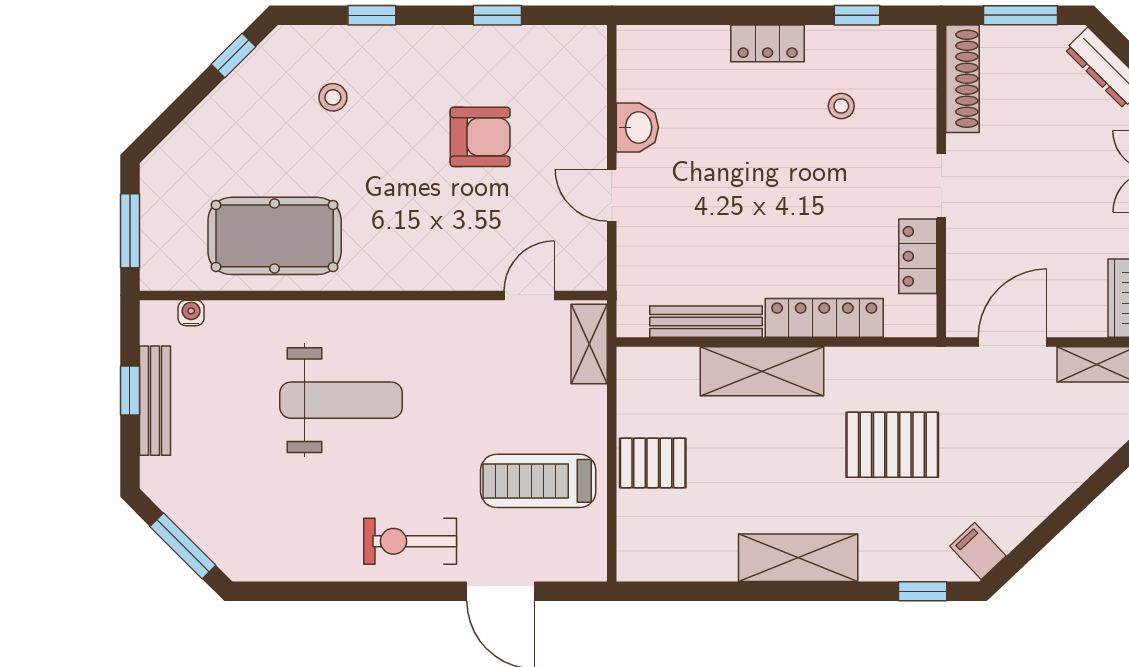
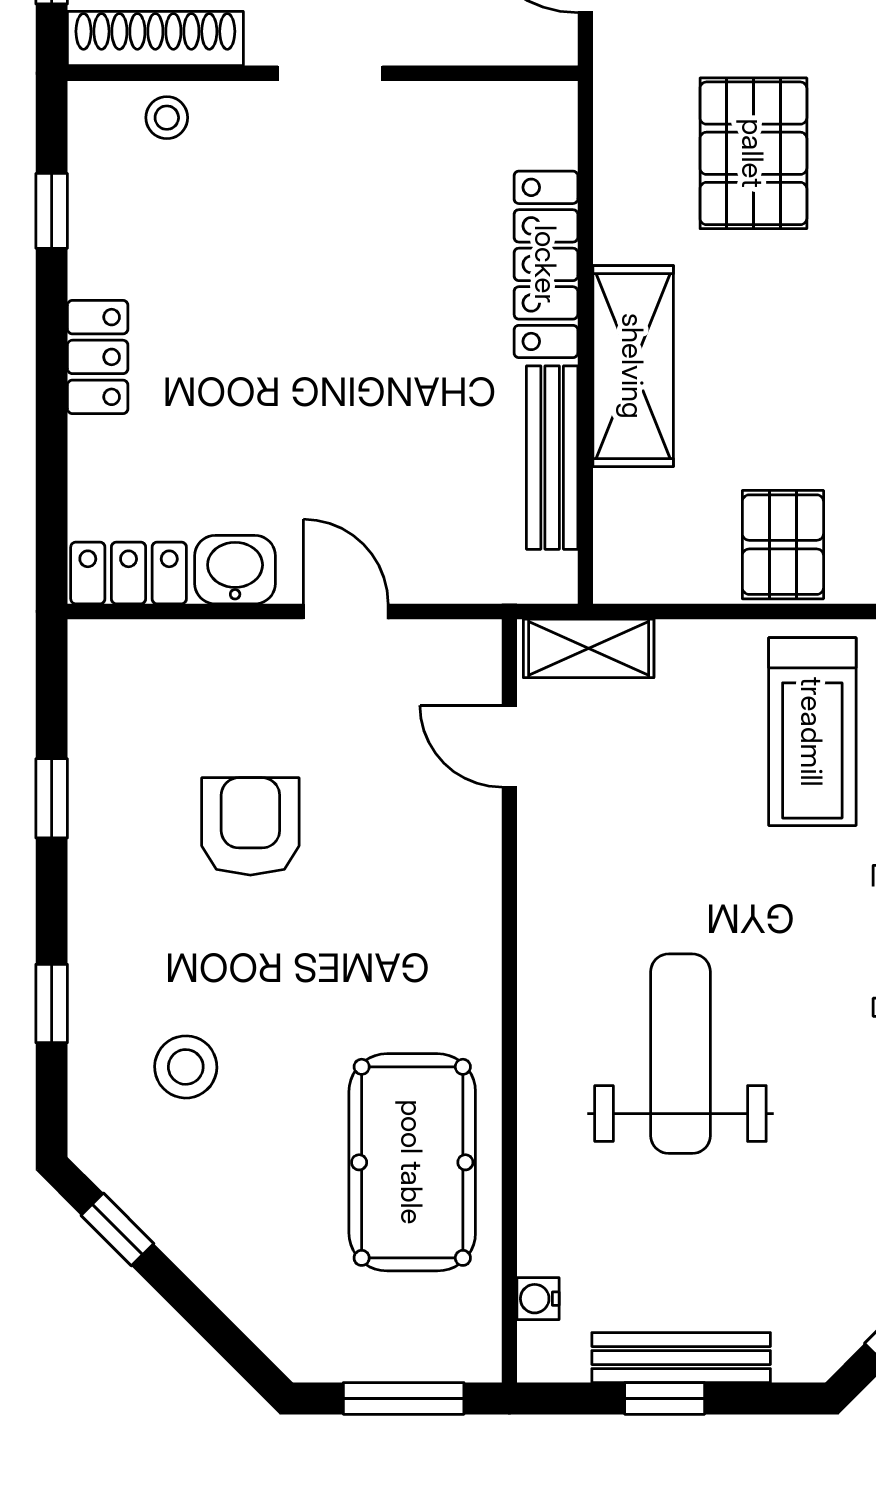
stool: (333, 97) -> (186, 1067), width x1.37, depth x1.37
stool: (841, 106) -> (167, 118), moved
door: (612, 195) -> (346, 611), swing flipped
locker: (918, 256) -> (129, 573), moved, turned 180

